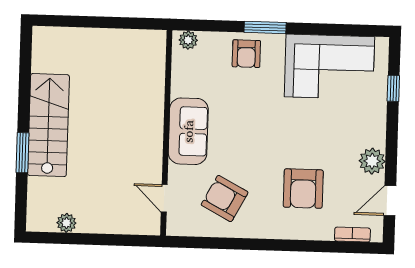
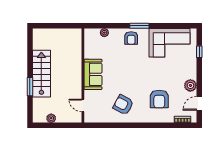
sofa: (188, 131) -> (93, 74), moved
wall: (166, 133) -> (83, 75), moved
door: (164, 198) -> (83, 106), moved

